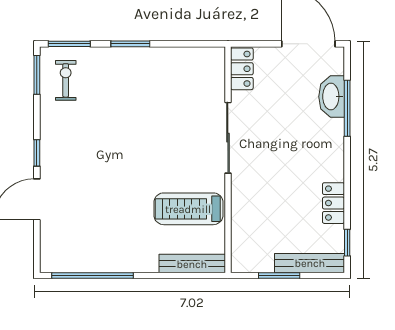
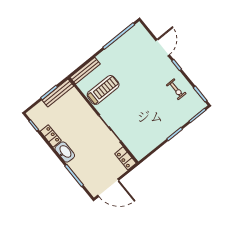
exercise bike: (66, 80) -> (176, 89), moved
washbasin: (332, 97) -> (65, 152), moved
bench: (310, 263) -> (58, 93), moved

